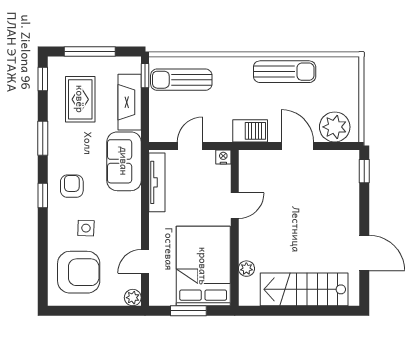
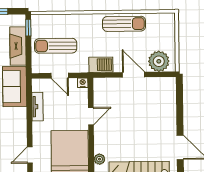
sun lounger: (181, 80) -> (56, 46), moved
door: (190, 146) -> (60, 76), swing flipped
window: (364, 171) -> (179, 91), removed
tv unit: (157, 182) -> (37, 107), width x0.71

